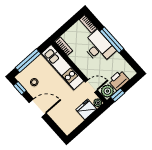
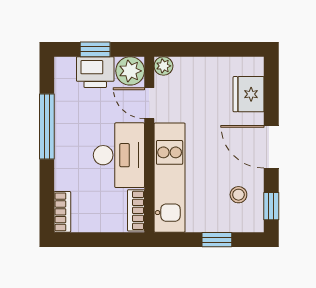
window: (112, 40) -> (47, 127), moved
desk: (99, 47) -> (119, 155), moved, turned 180
window: (28, 61) -> (217, 240), width x0.46
window: (118, 95) -> (95, 49), moved
fridge: (86, 109) -> (249, 94), moved, turned 90

